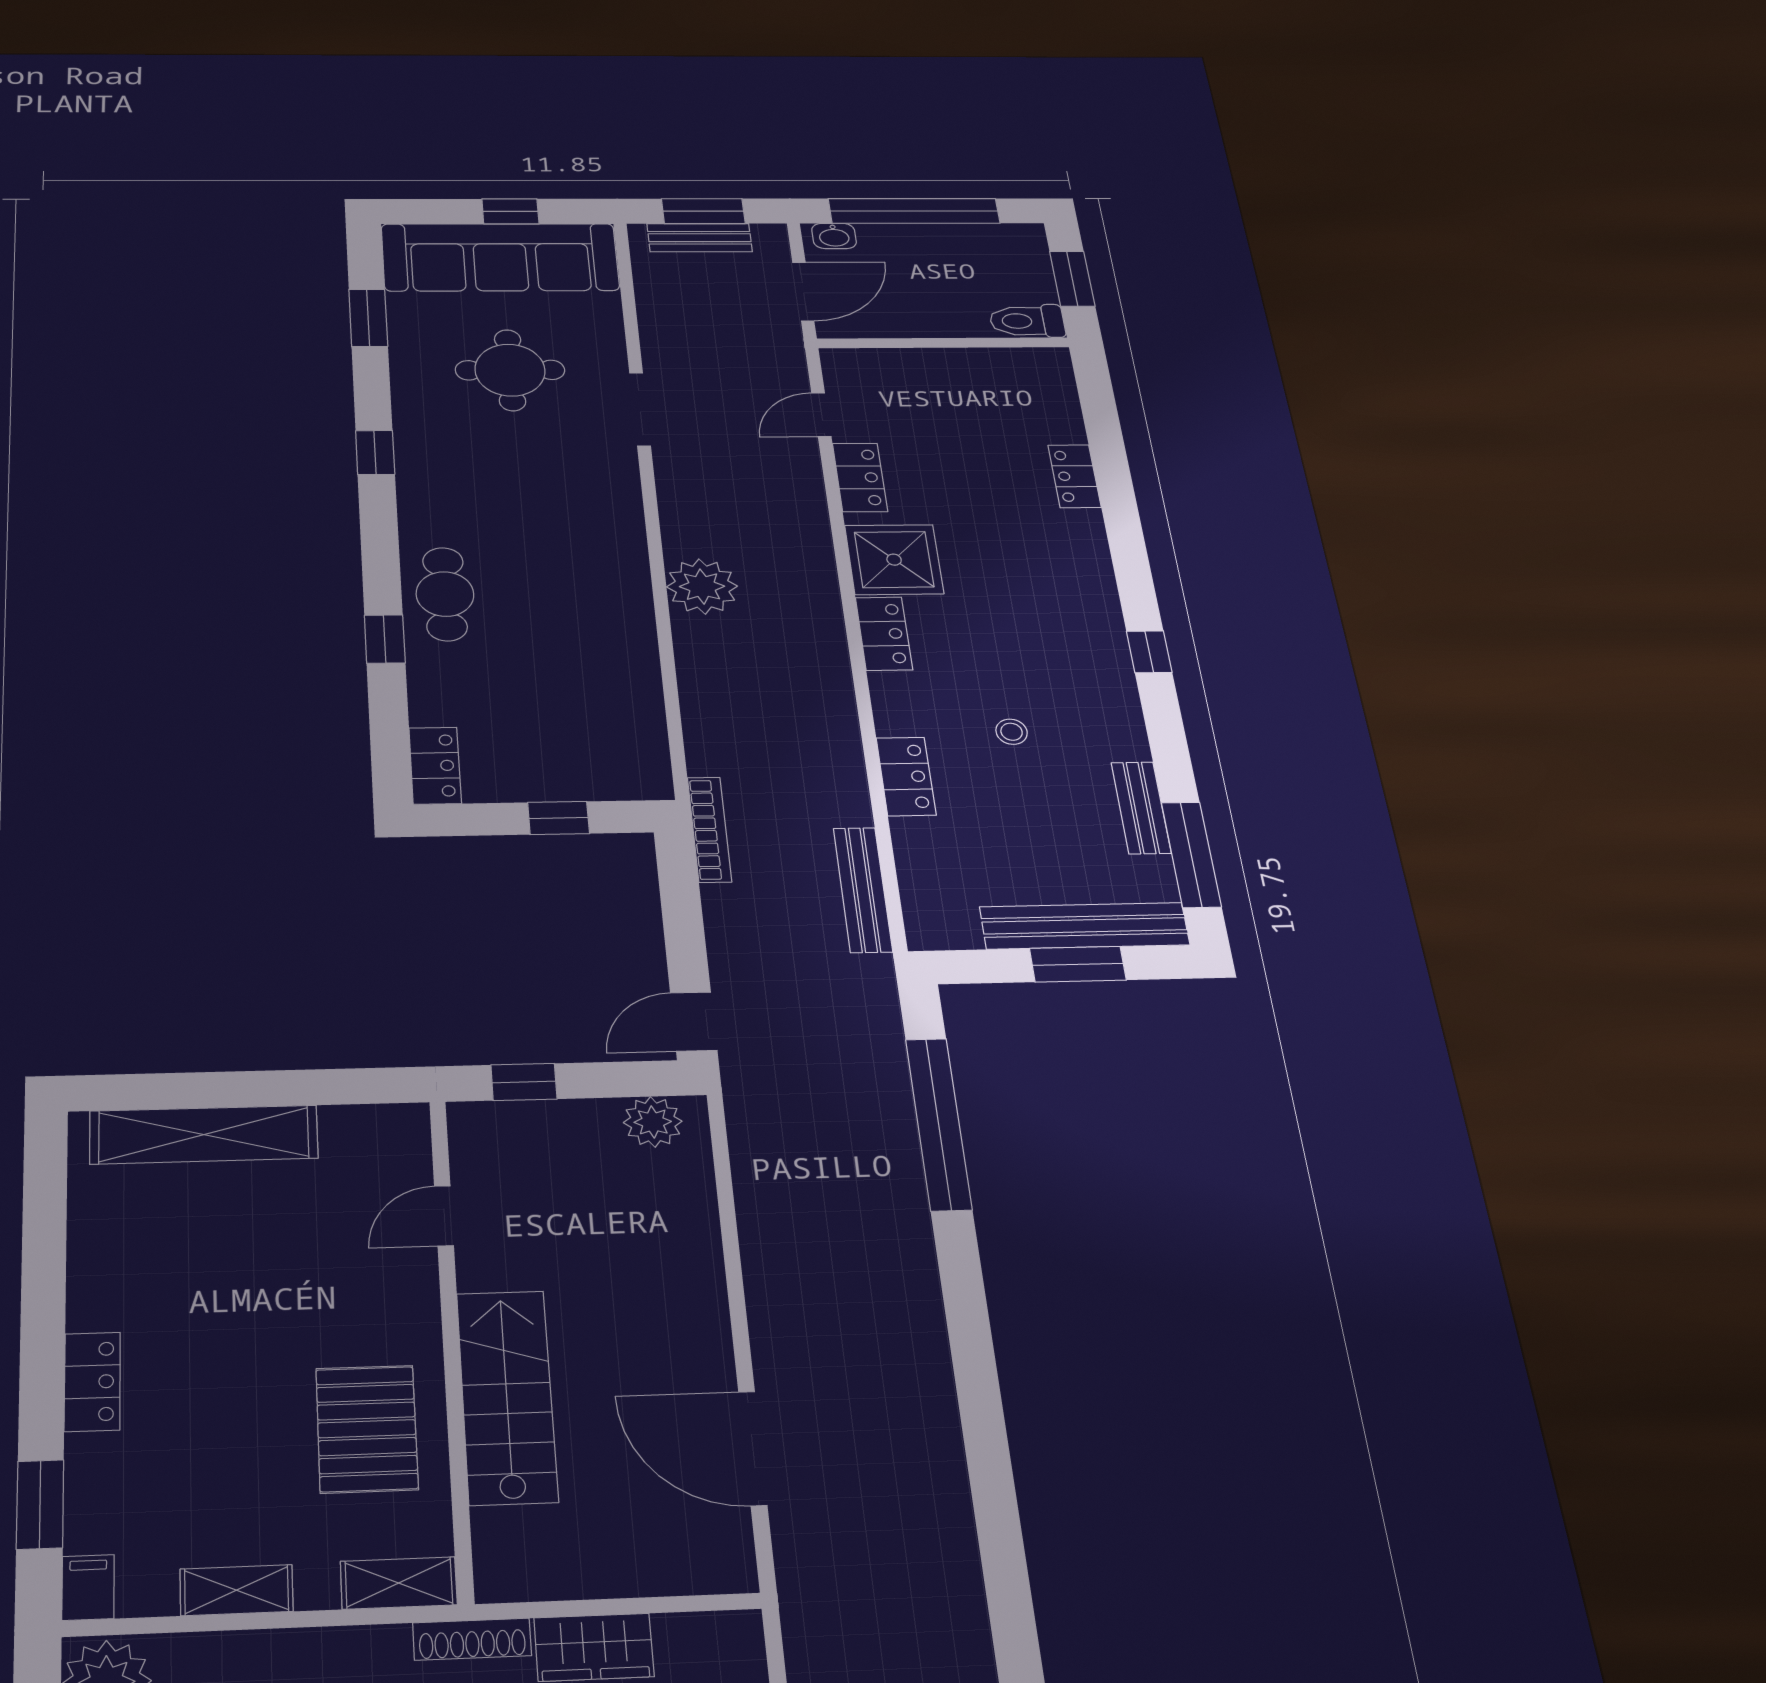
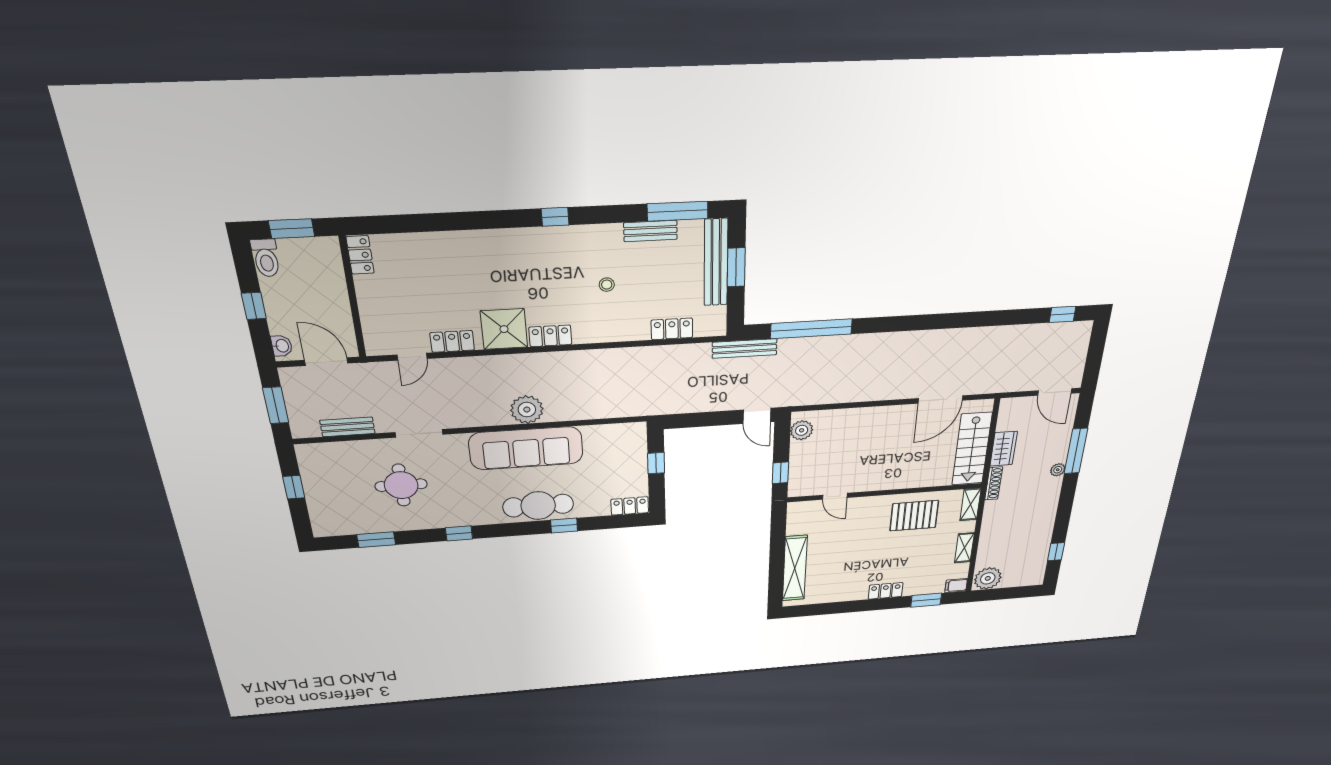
window: (914, 211) -> (254, 306), width x0.32
bench: (700, 238) -> (348, 427), moved, turned 90
sofa: (500, 257) -> (526, 448), moved, turned 90
toilet: (1027, 321) -> (266, 258), moved
door: (821, 415) -> (412, 357), hinge flipped
locker: (1075, 476) -> (360, 255), moved, turned -90
cafe table: (445, 594) -> (538, 506), width x1.37, depth x1.35
locker: (906, 776) -> (672, 329), moved
bookcase: (709, 829) -> (662, 409), removed
bench: (863, 890) -> (745, 349), moved
stairs: (507, 1397) -> (972, 449), moved, turned -90

